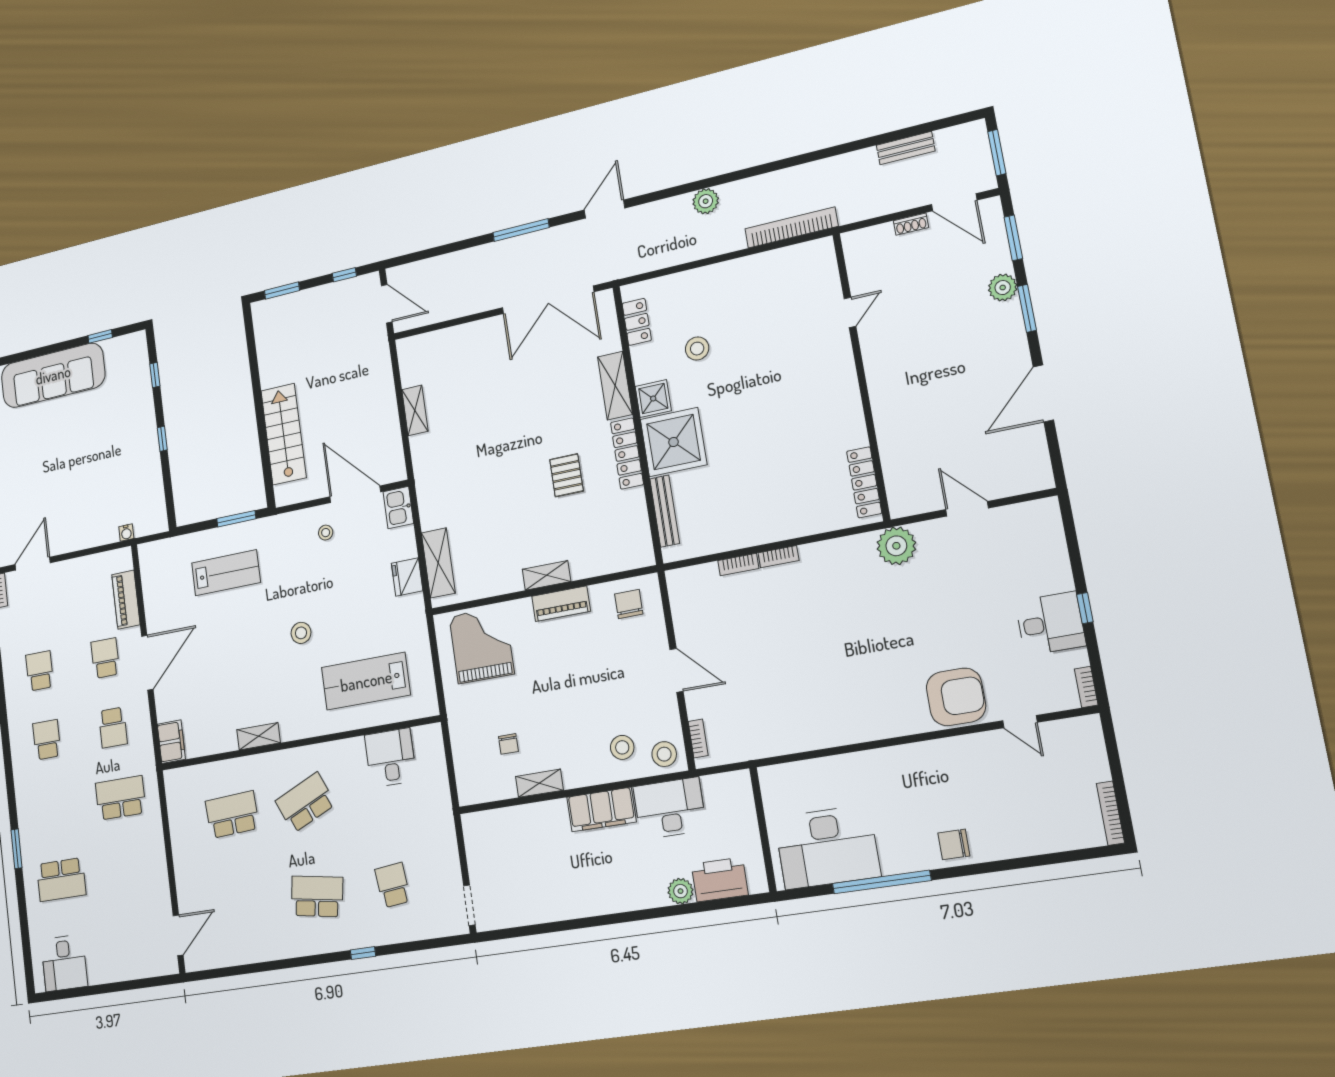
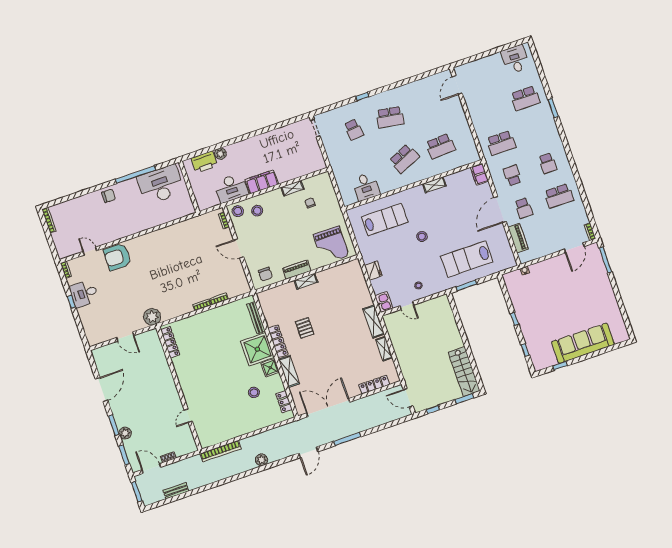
locker: (448, 338) -> (374, 385), added
stairs: (284, 434) -> (464, 372), moved
door: (355, 494) -> (407, 305), width x0.53
shelving: (438, 563) -> (374, 321), moved
lab bench: (226, 573) -> (467, 259), width x1.36, depth x1.39
school desk: (40, 671) -> (559, 196), width x1.85
school desk: (61, 880) -> (525, 98), turned 180

